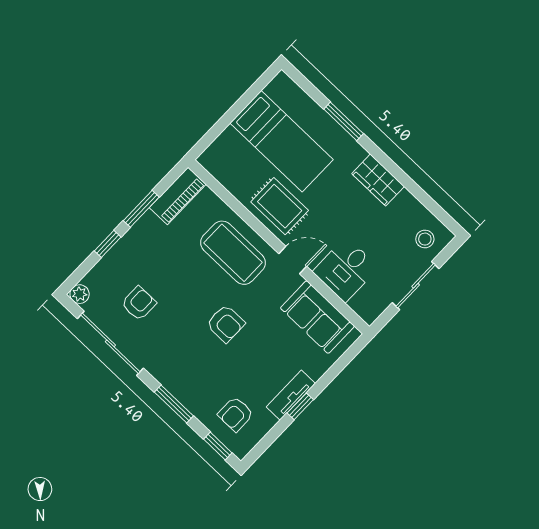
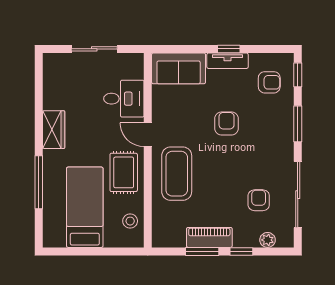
window: (344, 121) -> (39, 182), width x1.44
piano: (178, 196) -> (209, 237), moved
stool: (425, 239) -> (130, 221), moved
plant: (80, 294) -> (268, 240), moved
armchair: (139, 303) -> (259, 200), turned 90
sofa: (317, 317) -> (179, 68), moved, turned 90
armchair: (226, 324) -> (227, 123), moved

